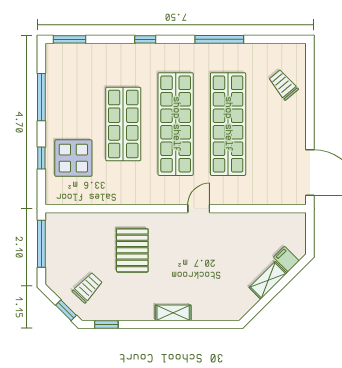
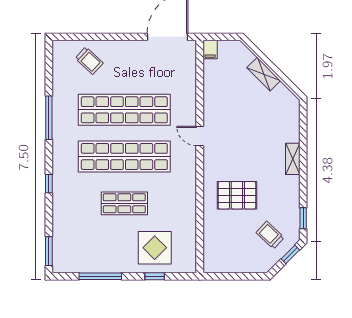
trolley: (283, 85) -> (89, 61), turned -97
shop shelf: (123, 124) -> (124, 203), width x0.70, depth x0.74
window: (41, 244) -> (231, 276), removed
filing cabinet: (286, 259) -> (210, 50), moved, turned -45

